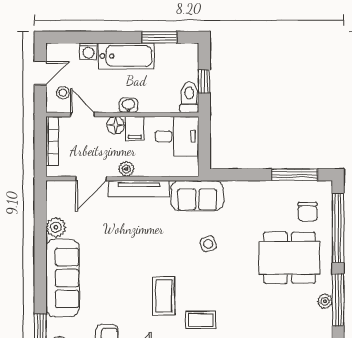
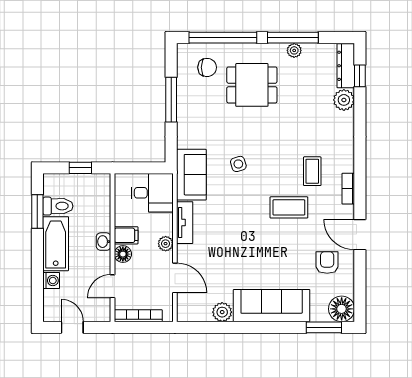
stool: (63, 93) -> (91, 305), removed
toilet: (189, 97) -> (58, 206), moved, turned 180
desk: (177, 136) -> (152, 193), moved, turned 90
window: (294, 175) -> (171, 100), moved
tv unit: (139, 189) -> (185, 223), width x0.71
dining table: (289, 258) -> (252, 85), width x0.73

